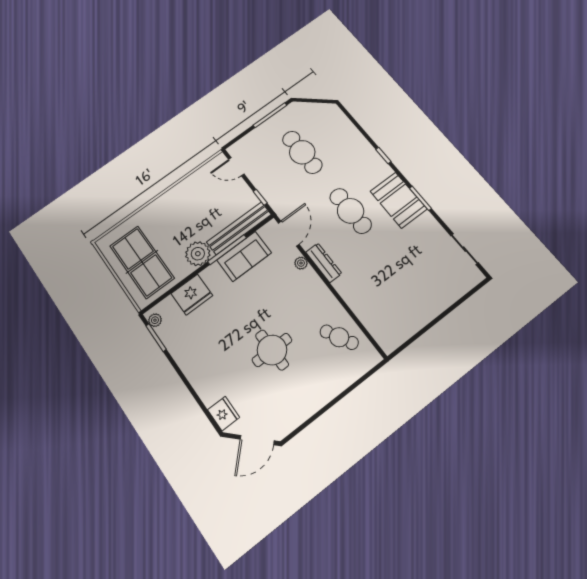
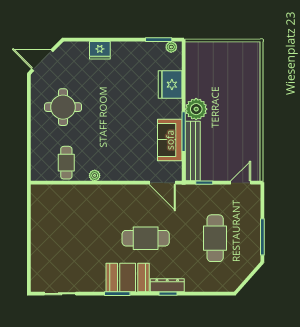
cafe table: (302, 152) -> (215, 238), turned 90
table tennis table: (142, 262) -> (220, 66), removed
plant: (301, 263) -> (95, 175), moved
dresser: (324, 263) -> (167, 285), moved, turned 180
cafe table: (339, 337) -> (66, 163), turned -61
round table: (272, 350) -> (63, 107), moved
fridge: (224, 414) -> (100, 50), moved
door: (257, 440) -> (42, 60), hinge flipped

